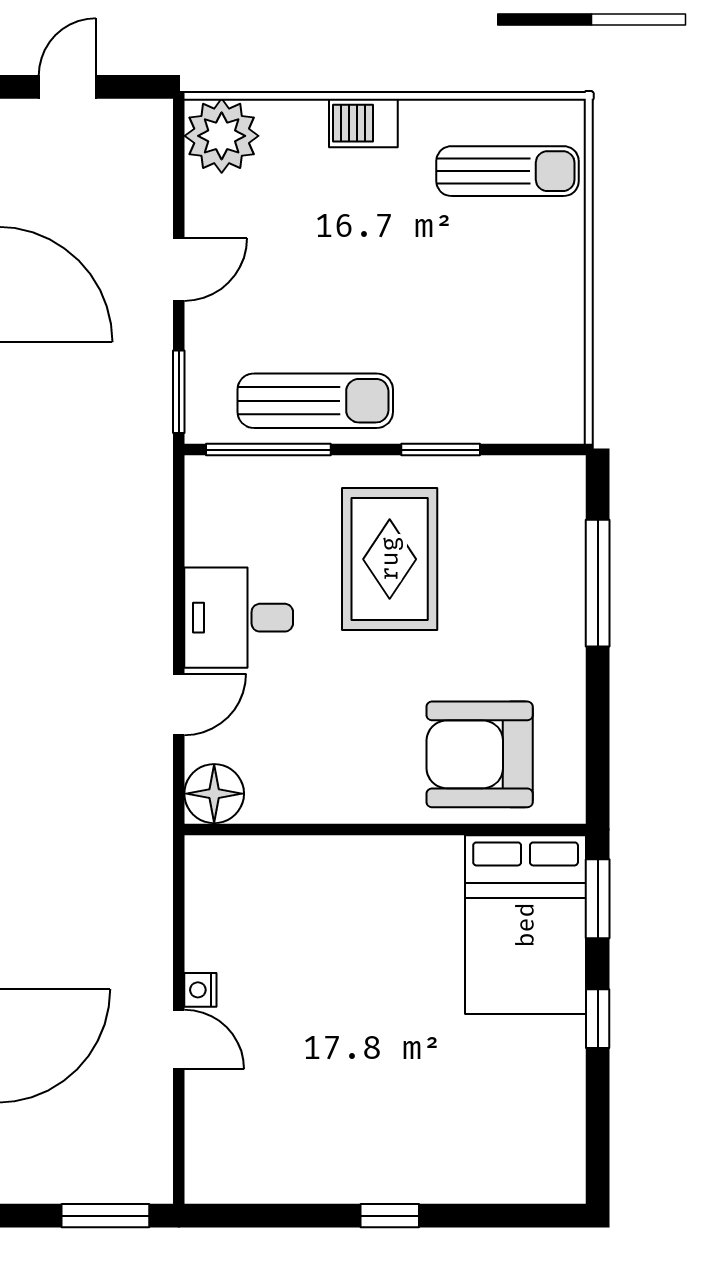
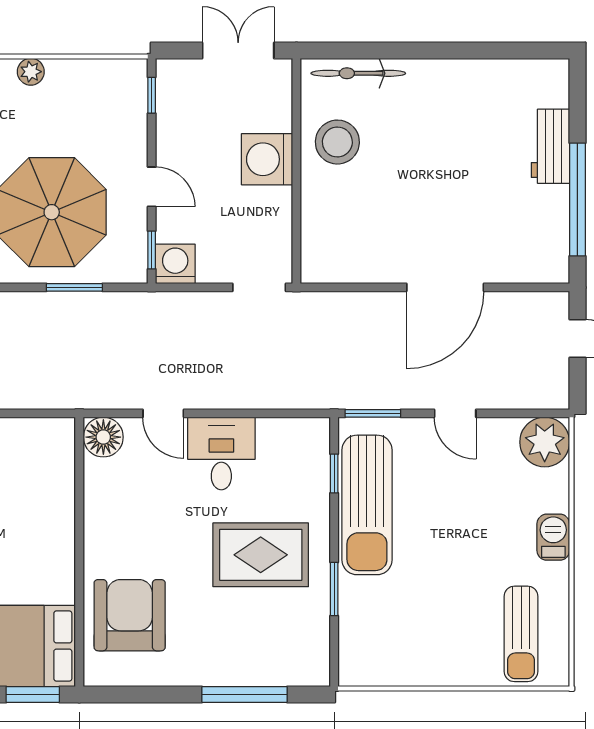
sun lounger: (315, 401) -> (367, 505), width x1.36, depth x1.34
window: (268, 450) -> (334, 473), width x0.46

